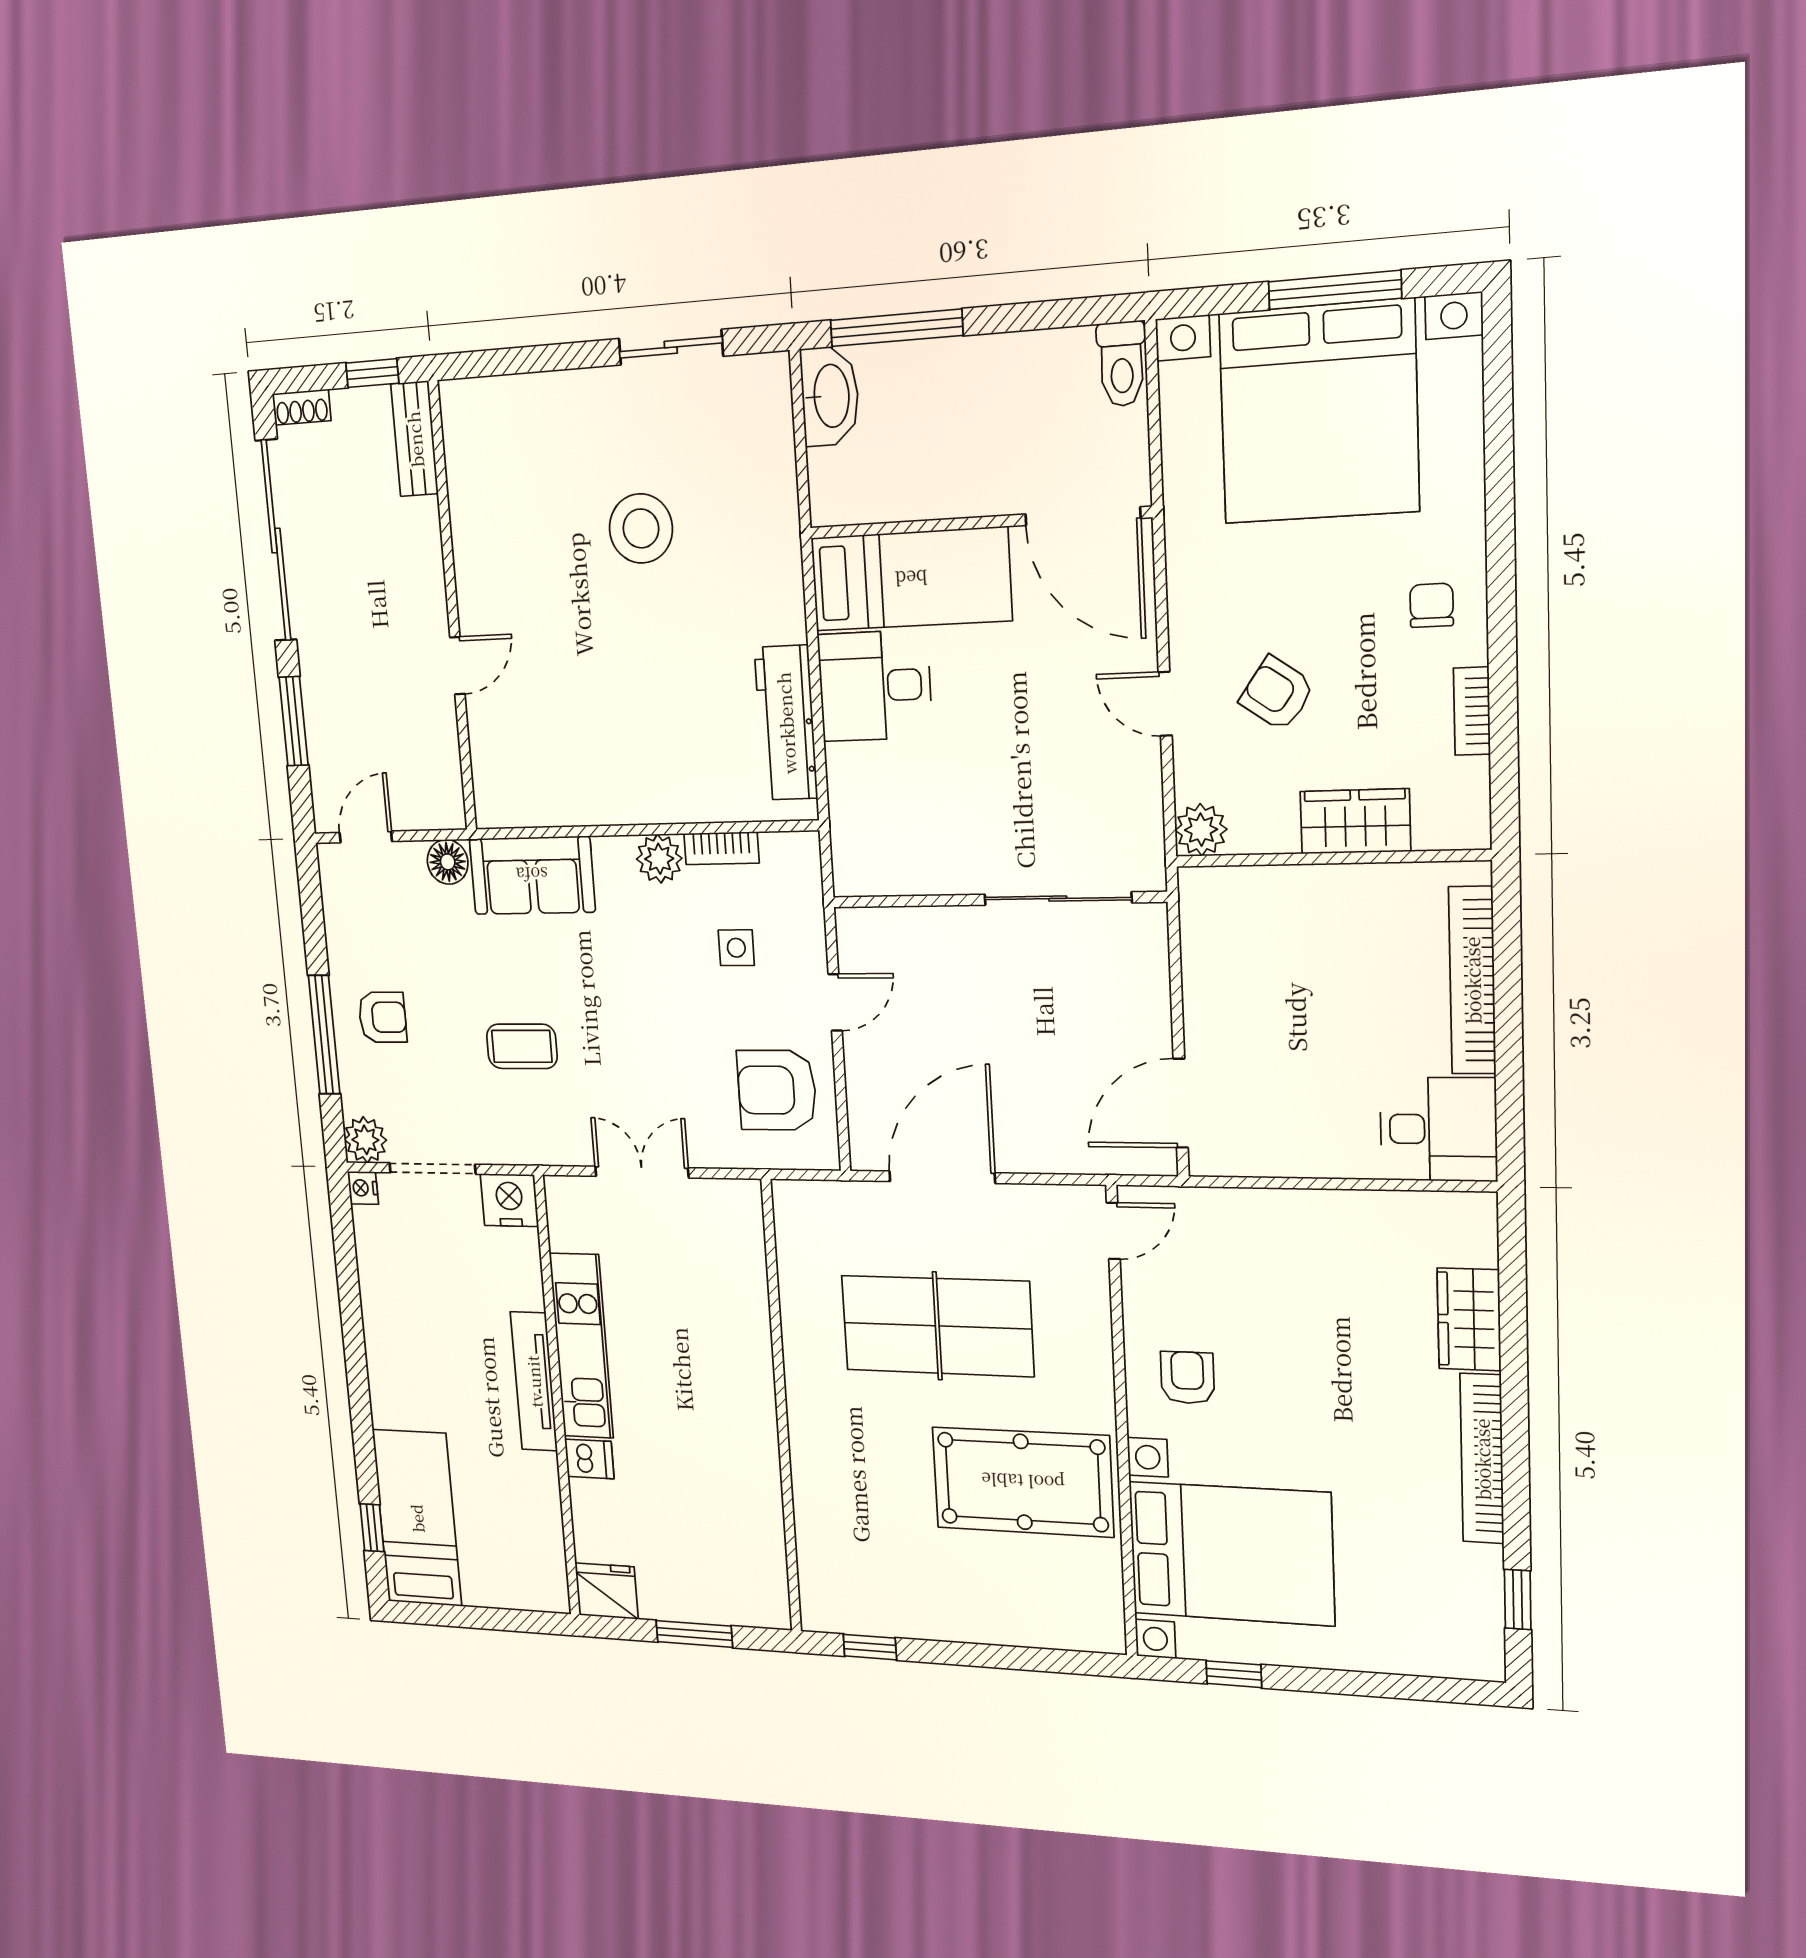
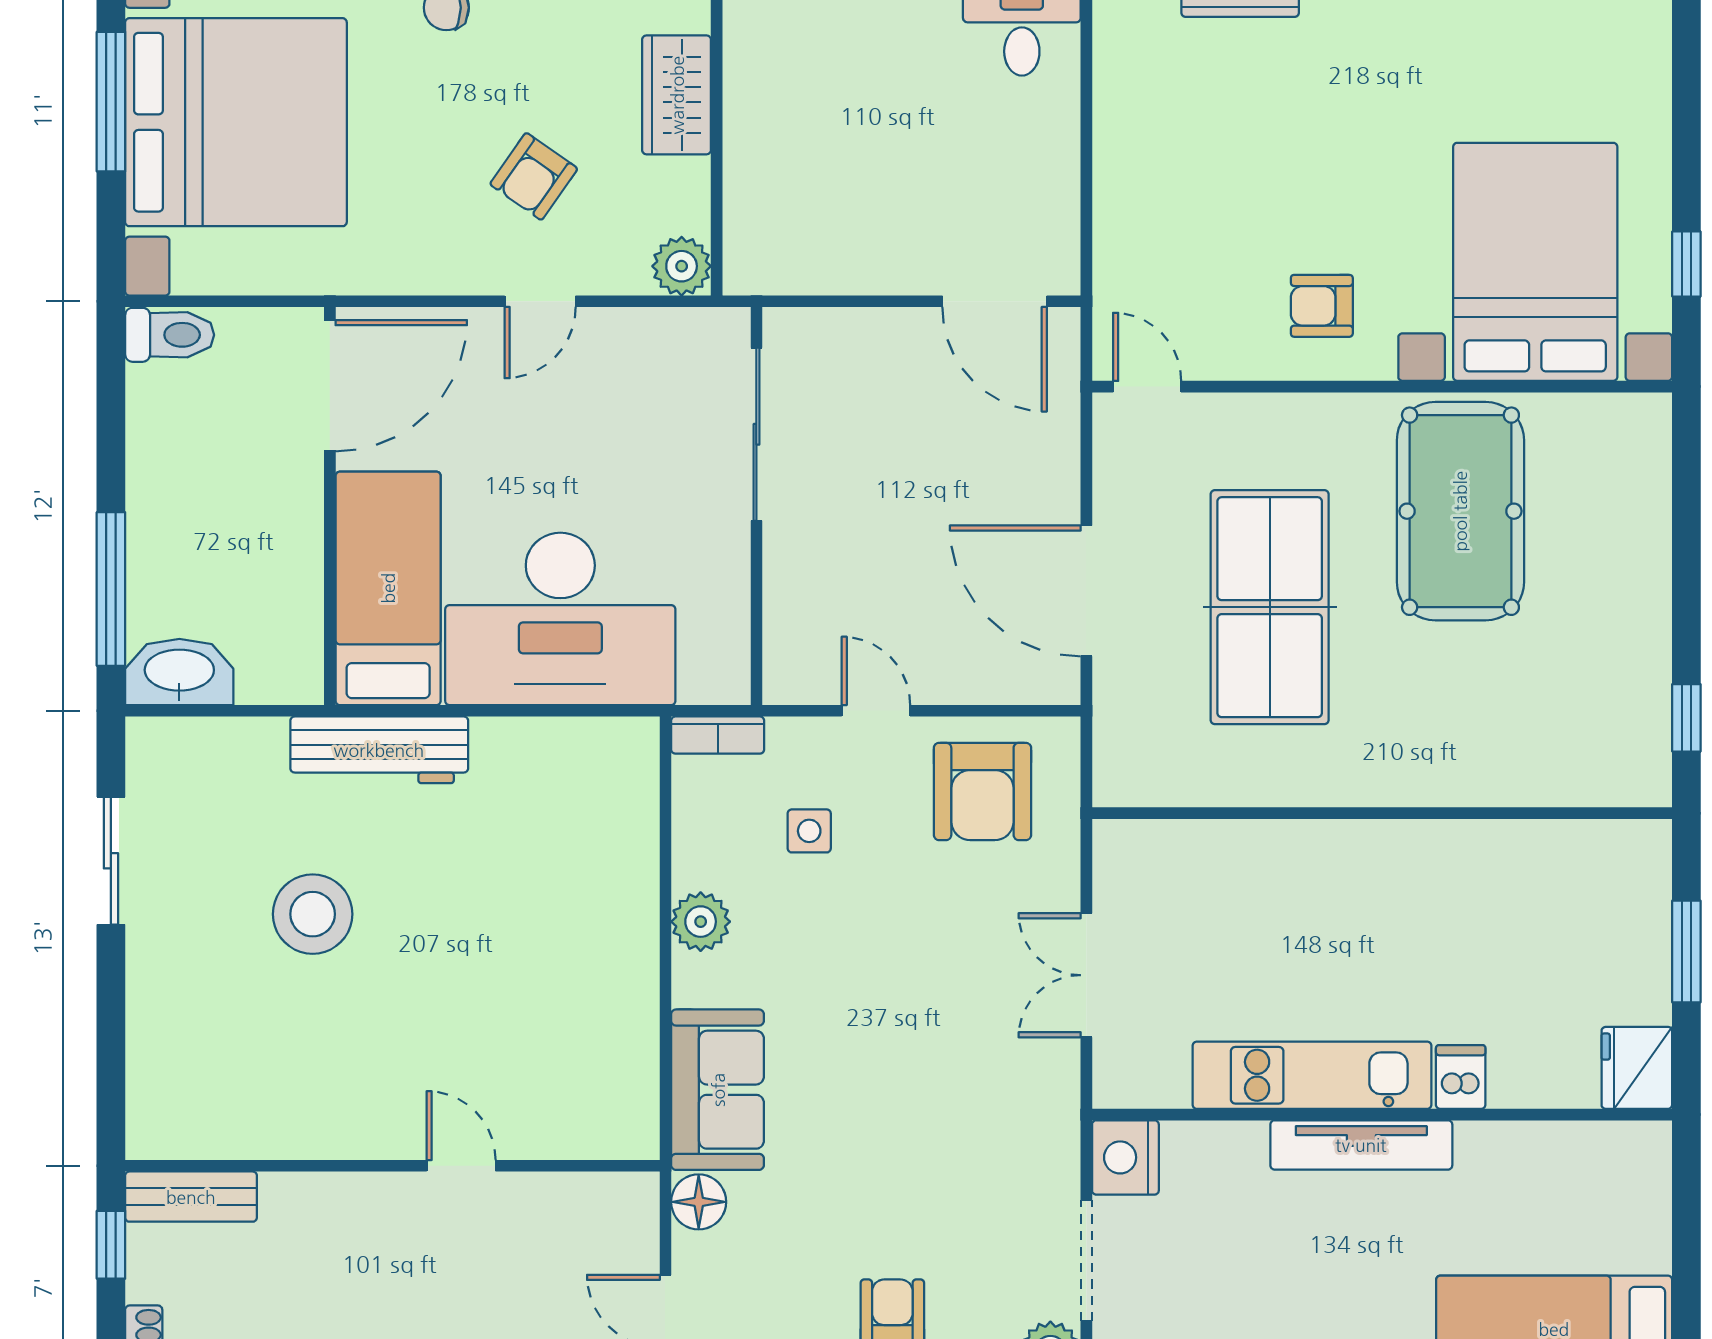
desk: (875, 686) -> (560, 619), width x1.87, depth x1.30
workbench: (786, 723) -> (379, 750), moved
bookcase: (721, 848) -> (718, 735), moved, turned 90
coffee table: (522, 1046) -> (929, 1123), removed

